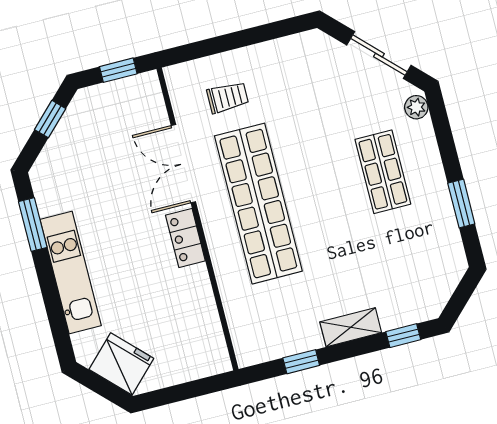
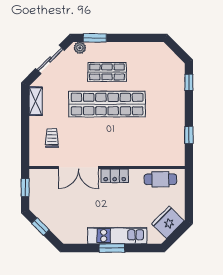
shop shelf: (258, 204) -> (107, 104), moved
window: (461, 204) -> (95, 38), moved
window: (33, 225) -> (112, 248), moved
shelving: (351, 327) -> (36, 101), moved
cafe table: (201, 328) -> (160, 179), added

